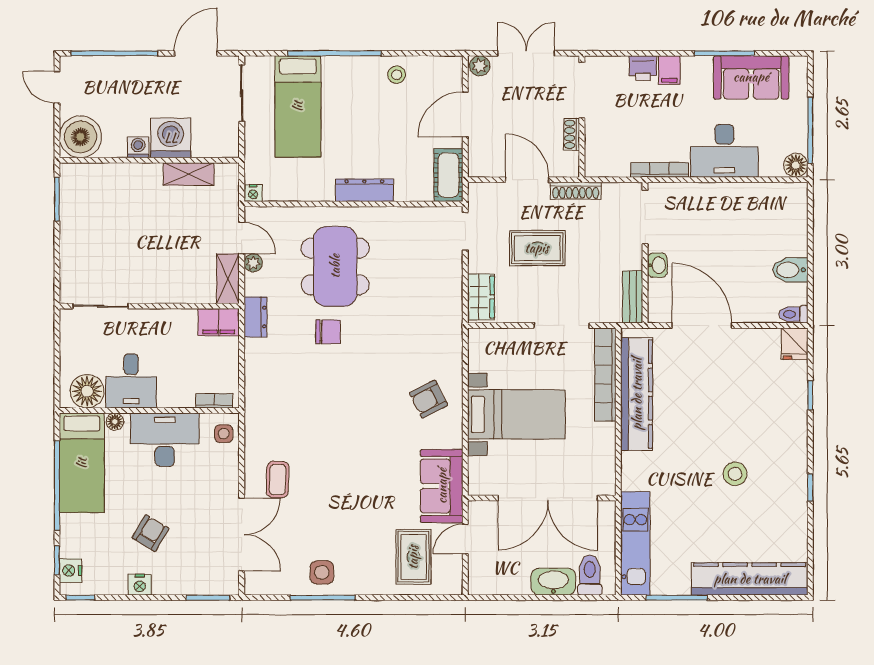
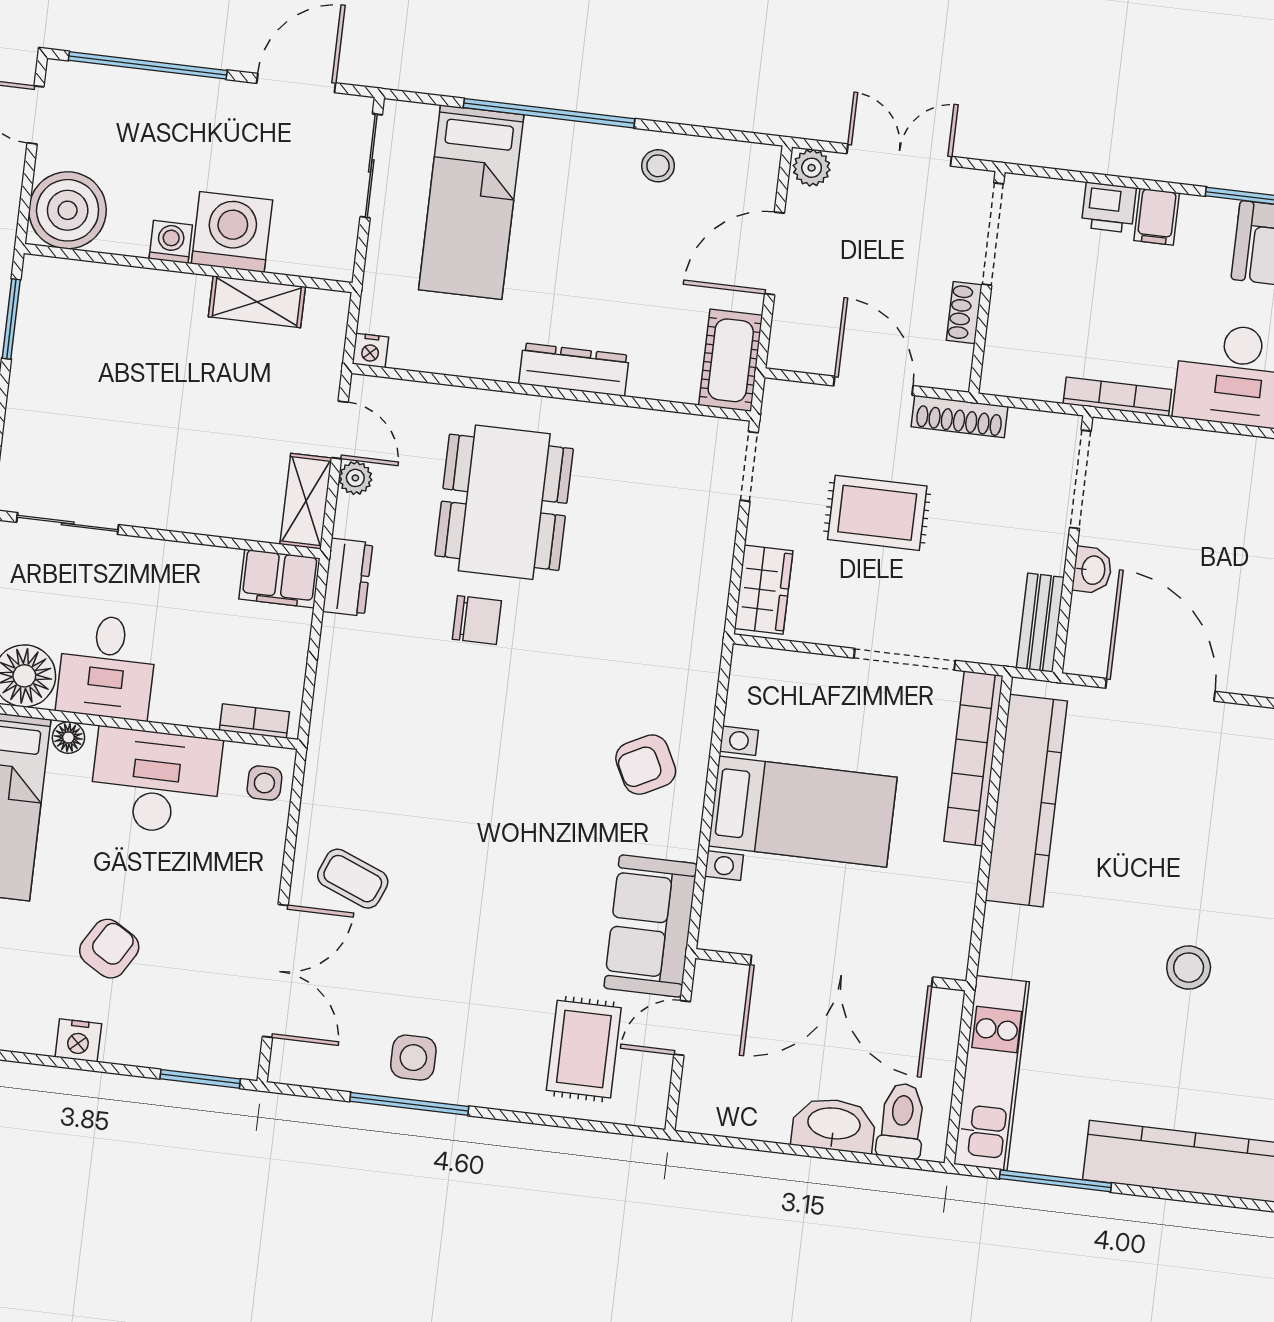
coffee table: (278, 480) -> (353, 879), turned -70

